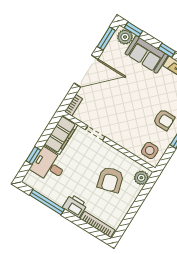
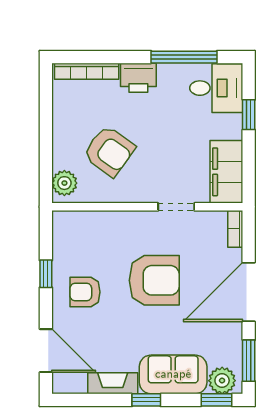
armchair: (128, 105) -> (154, 280), added
side table: (150, 150) -> (77, 232), removed
desk: (49, 165) -> (216, 88), moved
armchair: (110, 180) -> (109, 151), turned 142

